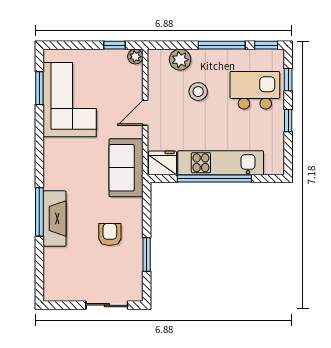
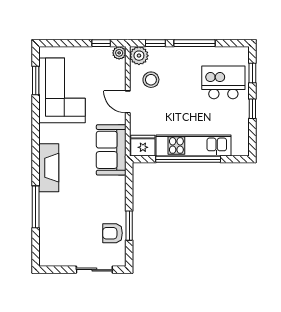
window: (266, 45) -> (155, 43), moved
plant: (180, 60) -> (139, 56), moved
stool: (198, 92) -> (151, 80), moved
door: (145, 113) -> (128, 102), hinge flipped
window: (39, 212) -> (36, 207), moved
fireplace: (54, 218) -> (49, 168), moved
armchair: (110, 234) -> (113, 233), moved, turned -90

